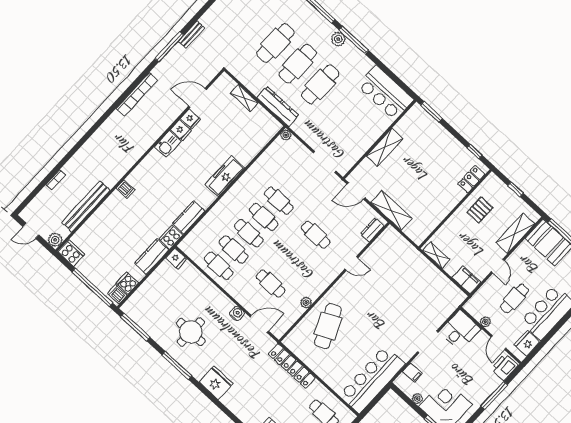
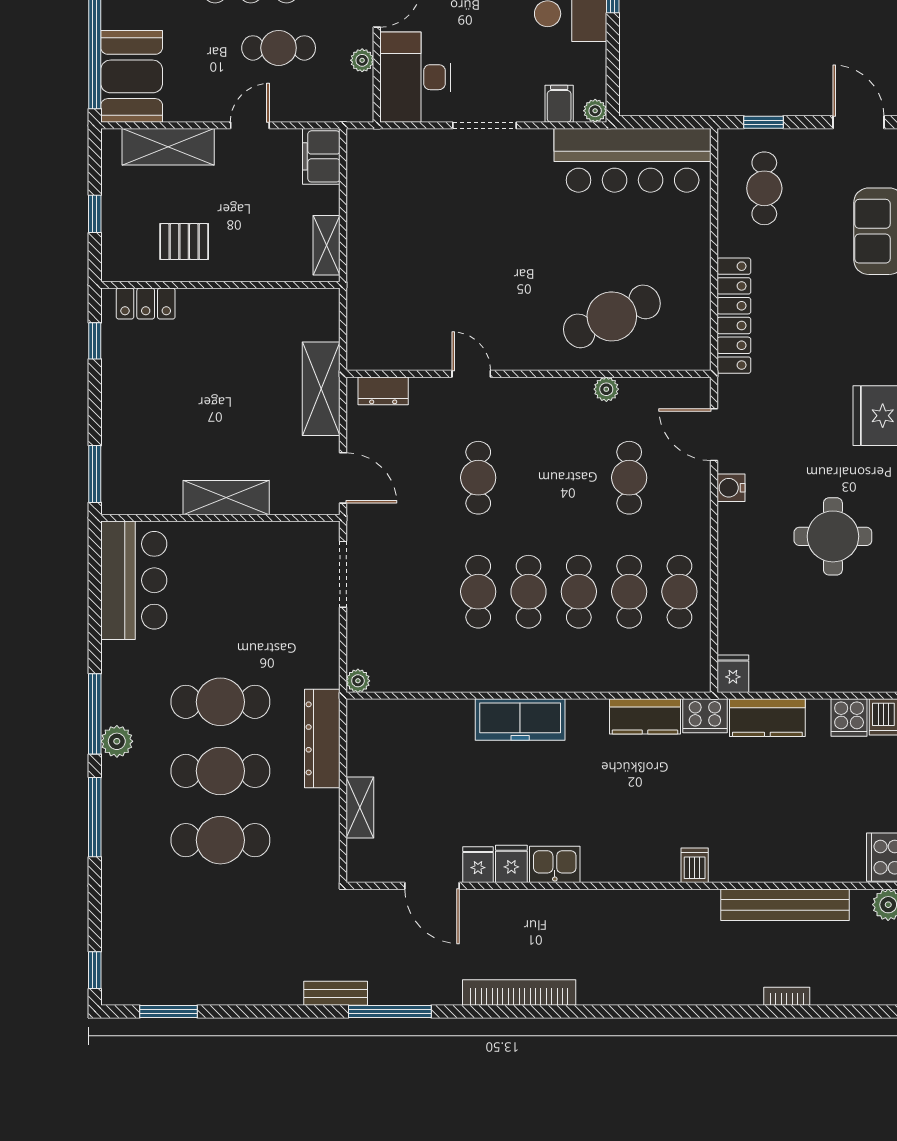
desk: (460, 330) -> (415, 77), width x1.37
plant: (417, 399) -> (595, 111), moved

